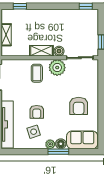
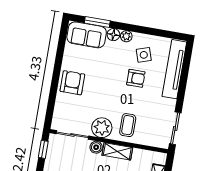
armchair: (79, 106) -> (72, 83), moved
armchair: (37, 112) -> (136, 78), turned 90
window: (58, 152) -> (97, 22), moved

